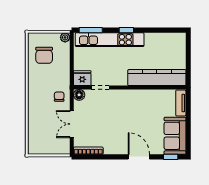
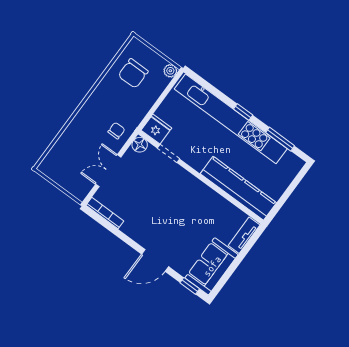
window: (91, 30) -> (280, 139), moved
kitchen unit: (110, 40) -> (231, 119), width x1.36
door: (139, 157) -> (155, 260), swing flipped

